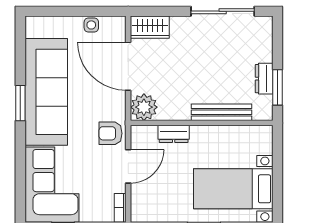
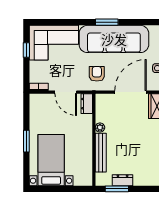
plant: (144, 107) -> (100, 127), moved, width x0.53, depth x0.53
armchair: (110, 133) -> (97, 74), moved
dresser: (174, 134) -> (87, 104), moved

